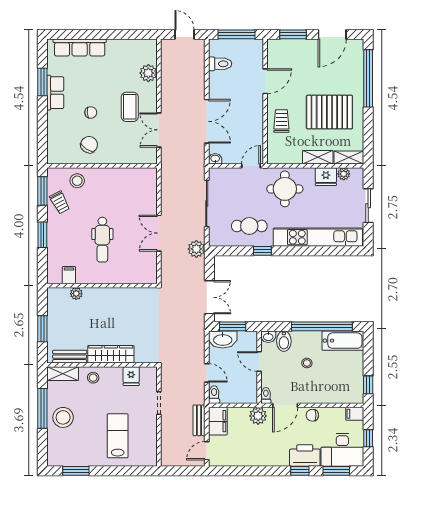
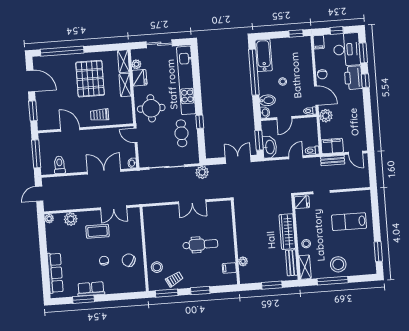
plant: (151, 45) -> (49, 219), added
fridge: (131, 376) -> (302, 202), moved

